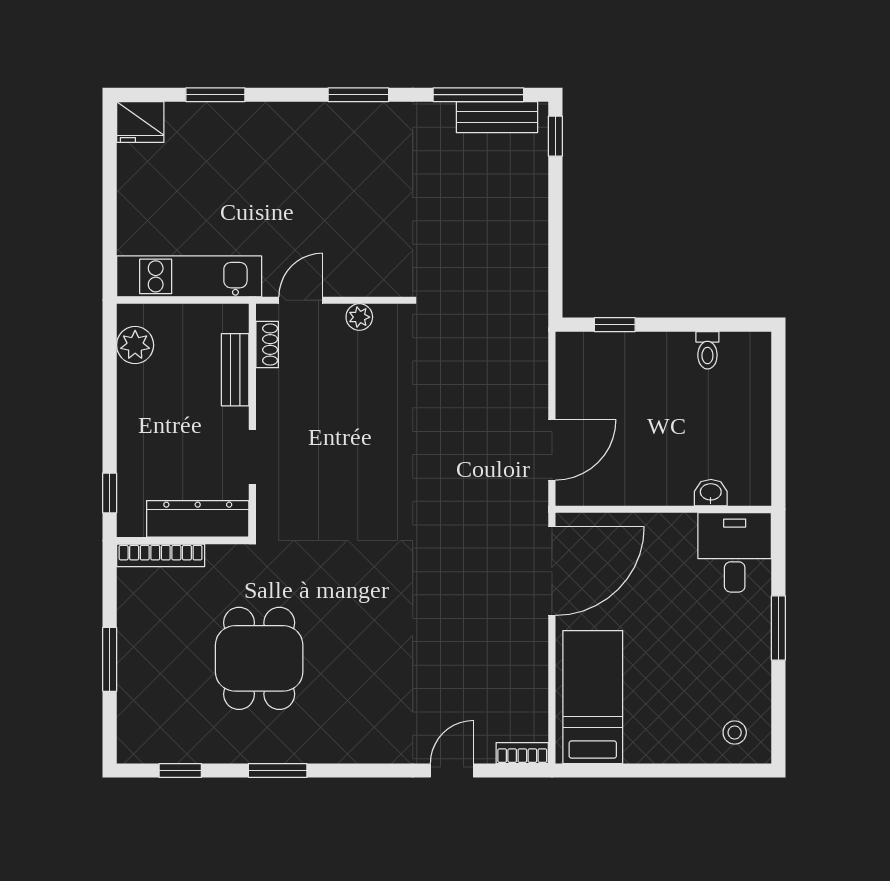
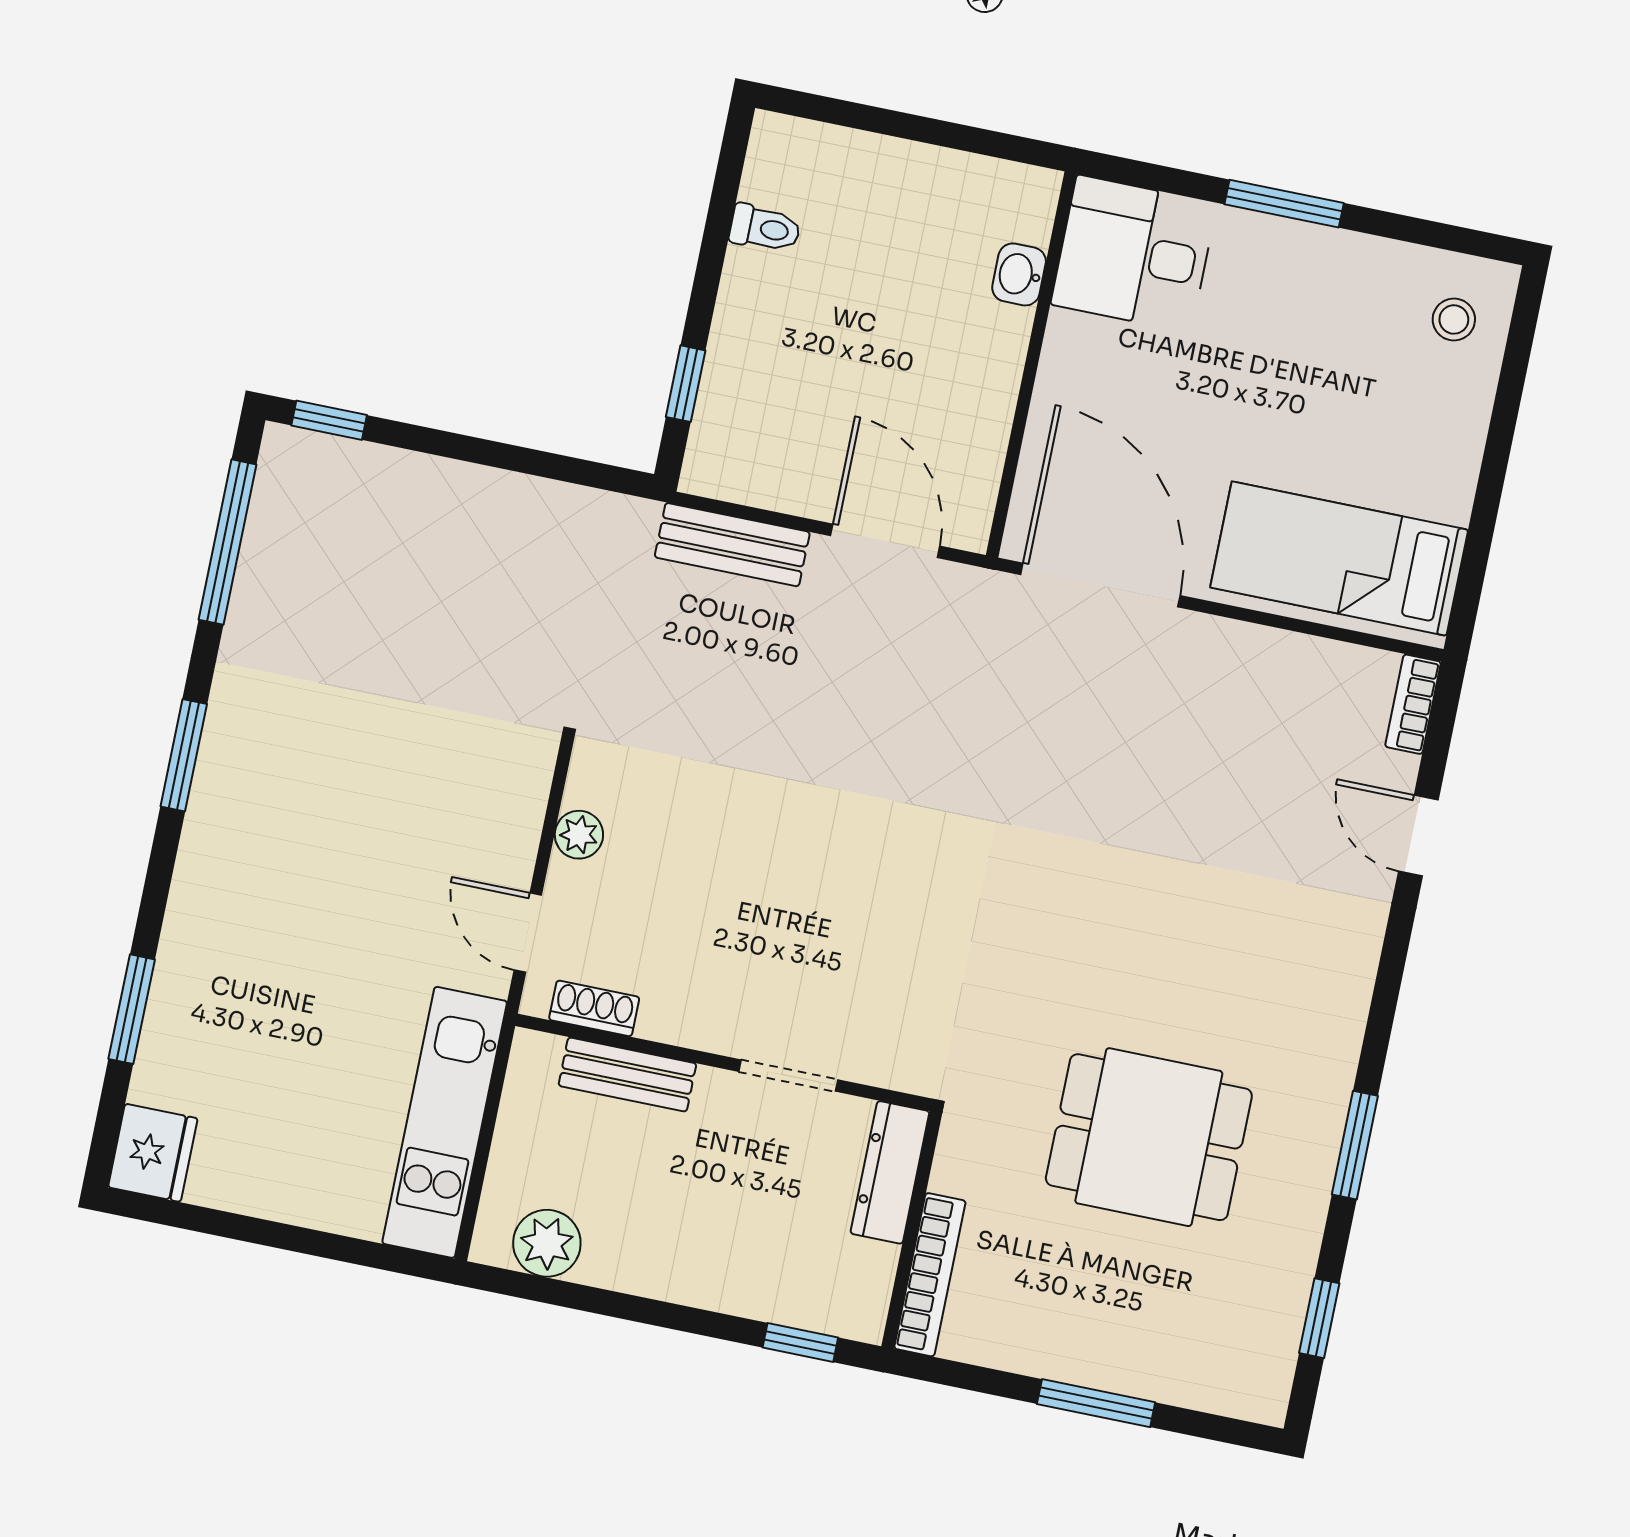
bench: (497, 117) -> (732, 545), moved, turned 90
dresser: (198, 519) -> (890, 1172), width x0.73, depth x0.80

